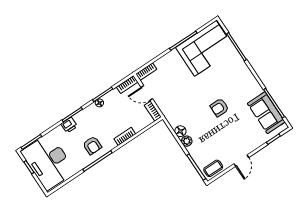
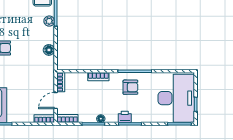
door: (147, 93) -> (56, 100), swing flipped
printer: (69, 125) -> (125, 117), moved
plant: (187, 141) -> (49, 21), moved
armchair: (92, 145) -> (130, 87), turned 90

